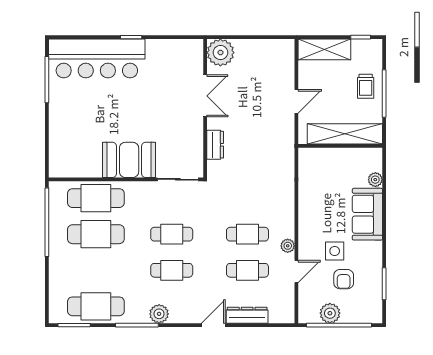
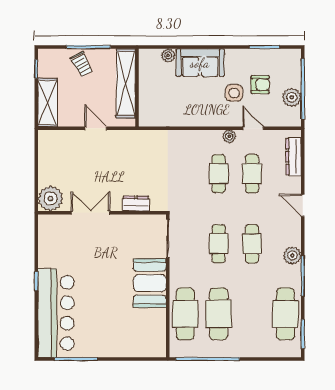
trolley: (366, 86) -> (82, 64), turned 61
dresser: (247, 315) -> (294, 157), moved

